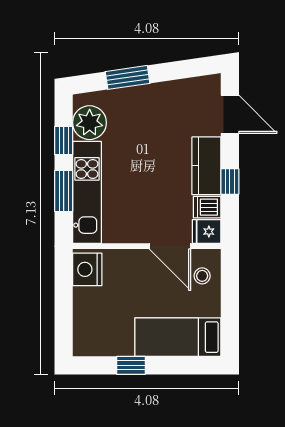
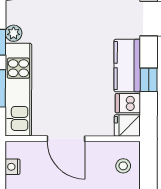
plant: (90, 123) -> (14, 33), width x0.53, depth x0.53
door: (170, 246) -> (66, 139), moved
nightstand: (87, 269) -> (13, 167), width x0.53, depth x0.56

